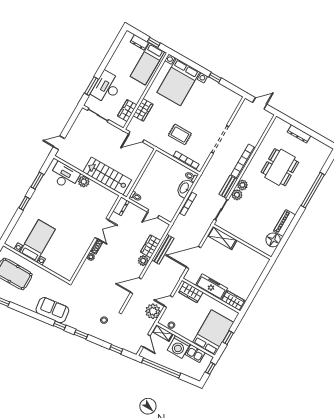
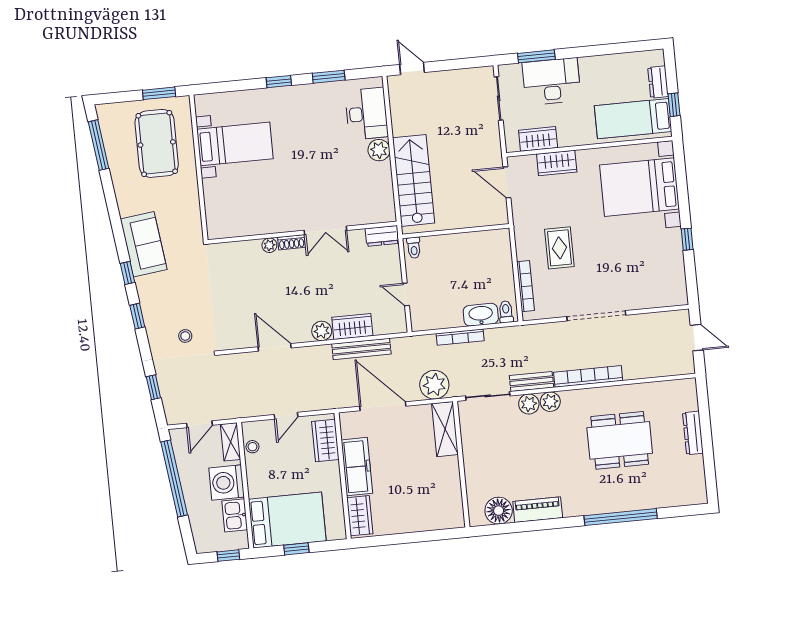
door: (168, 301) -> (286, 416), swing flipped
plant: (153, 311) -> (434, 385), moved

